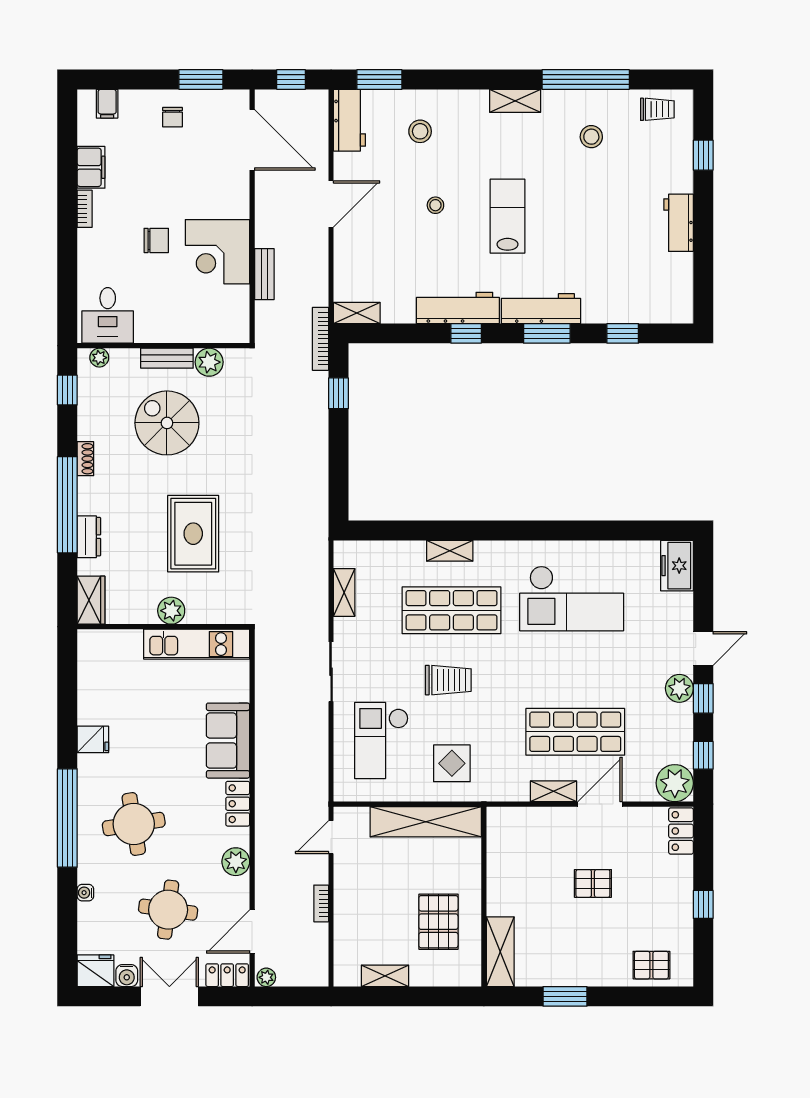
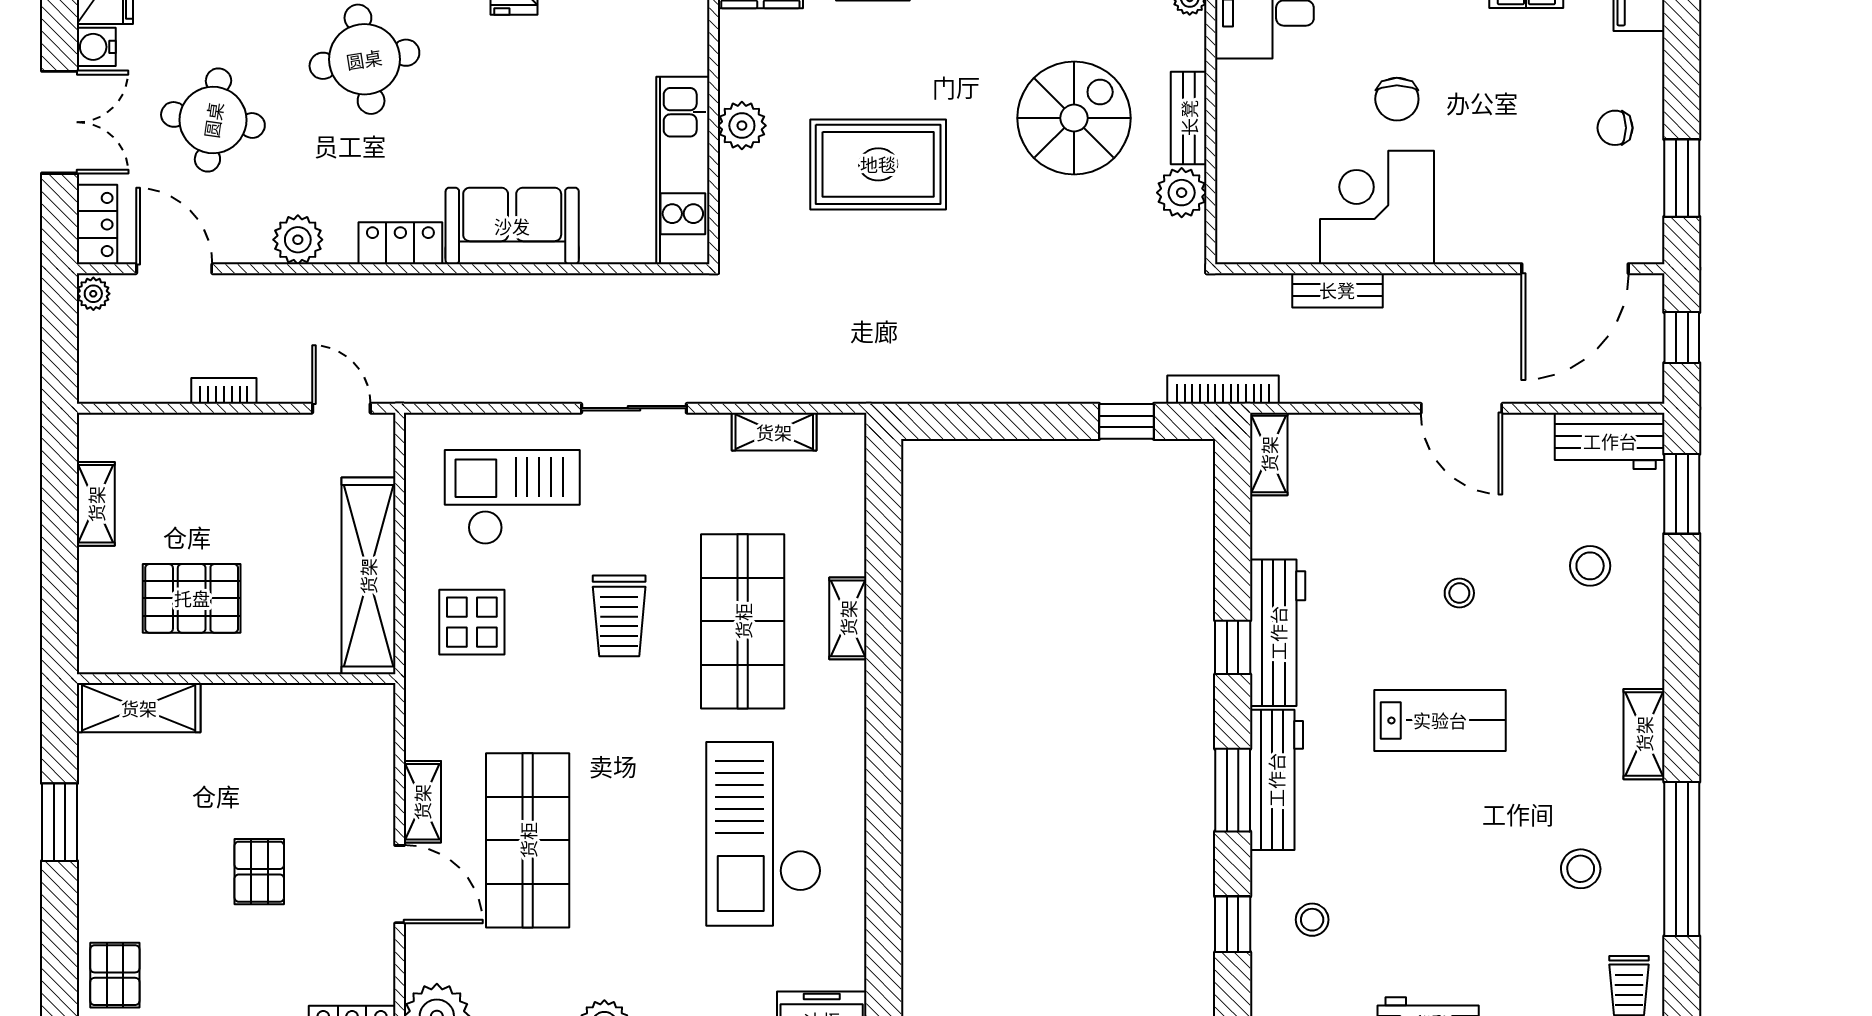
stool: (620, 288) -> (1312, 920), added

